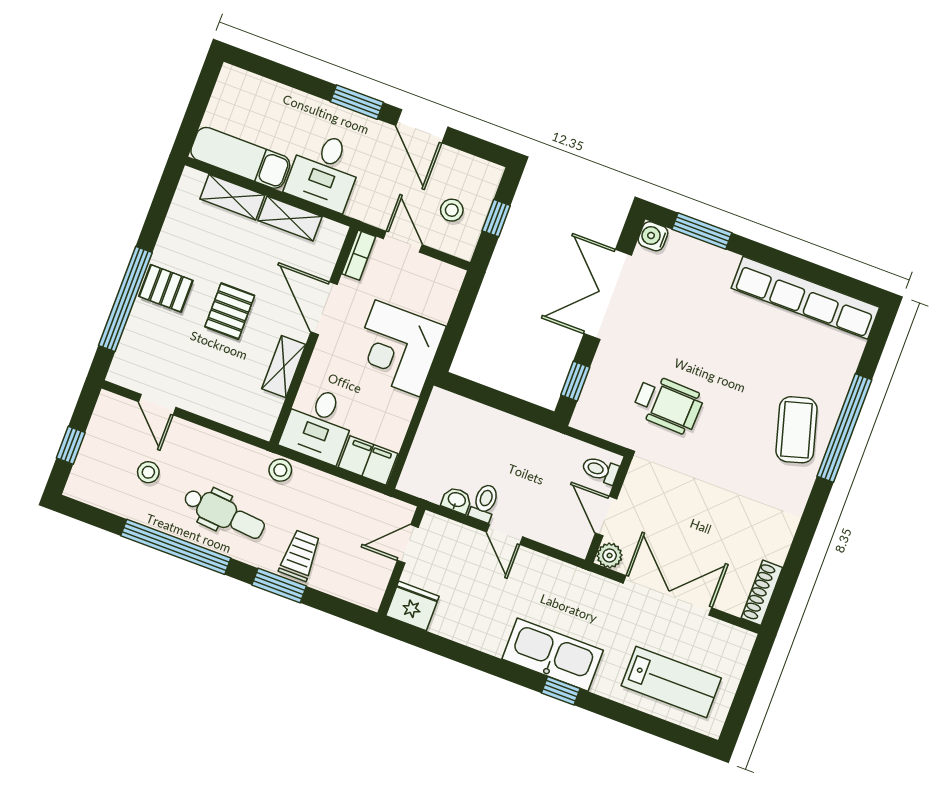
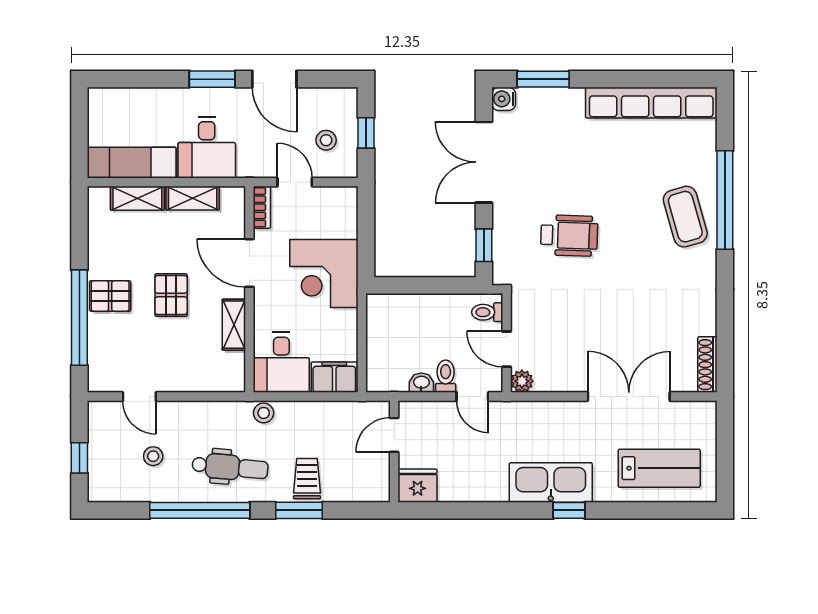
toilet: (600, 470) -> (487, 312), moved
wall: (608, 510) -> (507, 343), moved
door: (606, 516) -> (507, 349), moved
plant: (610, 555) -> (522, 381), moved

